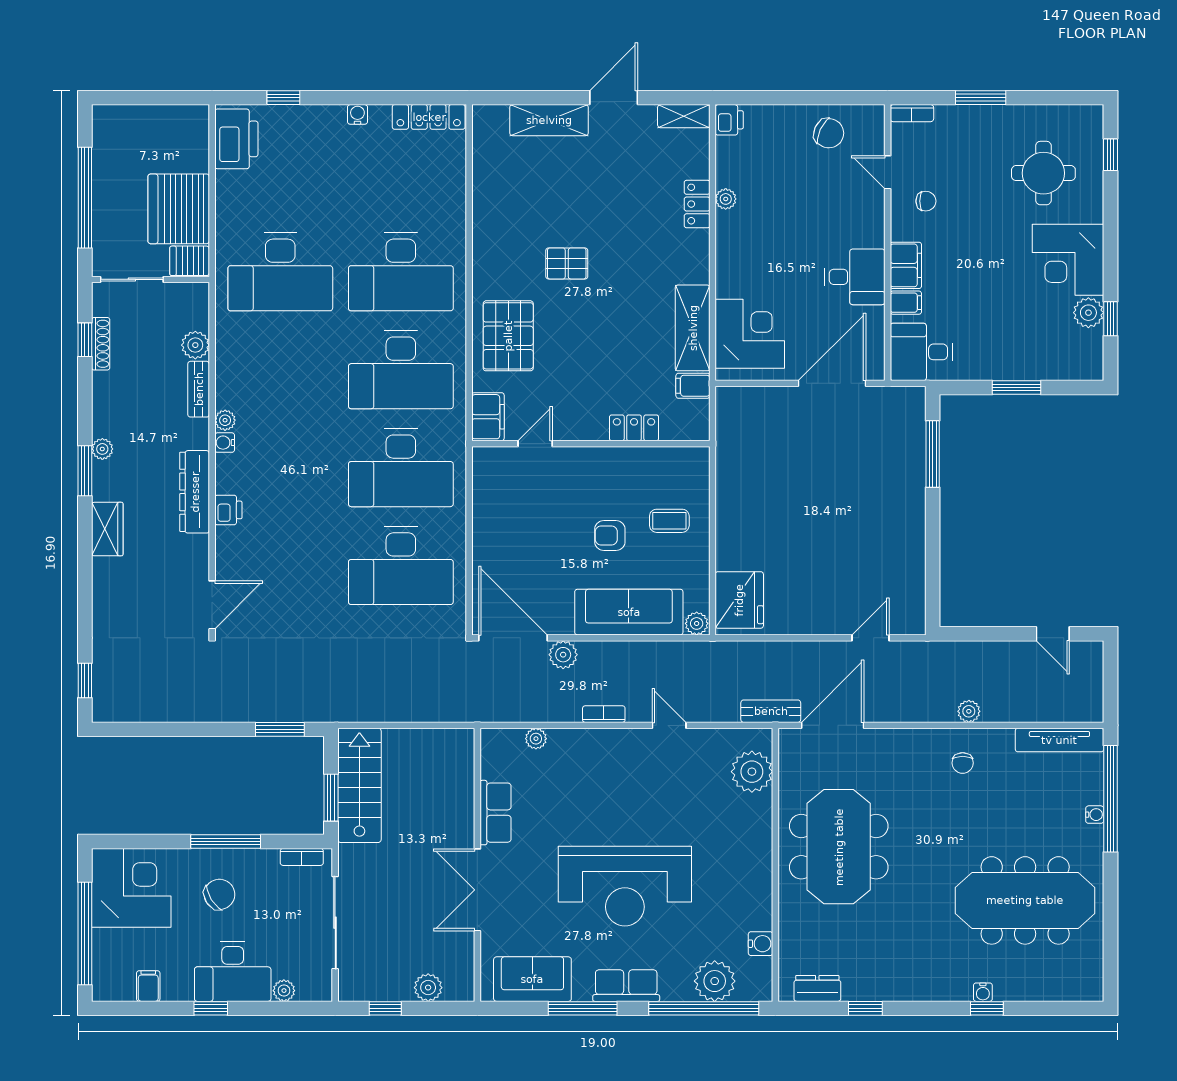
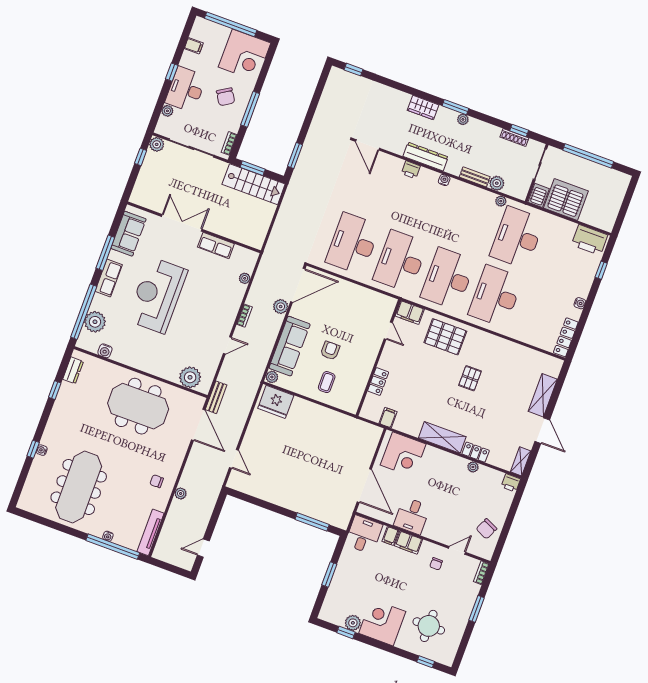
shelving: (693, 328) -> (442, 437), moved
plant: (225, 420) -> (501, 201), moved
plant: (428, 988) -> (157, 144), moved

